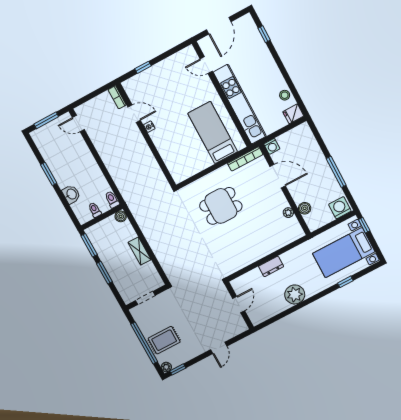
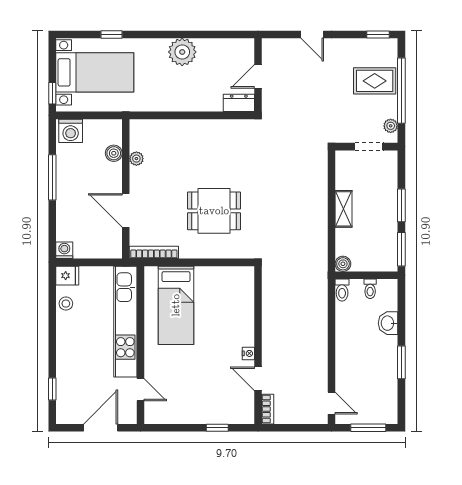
washing machine: (272, 146) -> (64, 250), moved
dresser: (271, 266) -> (239, 103), moved
door: (219, 348) -> (312, 35), swing flipped
plant: (166, 367) -> (391, 126), moved

